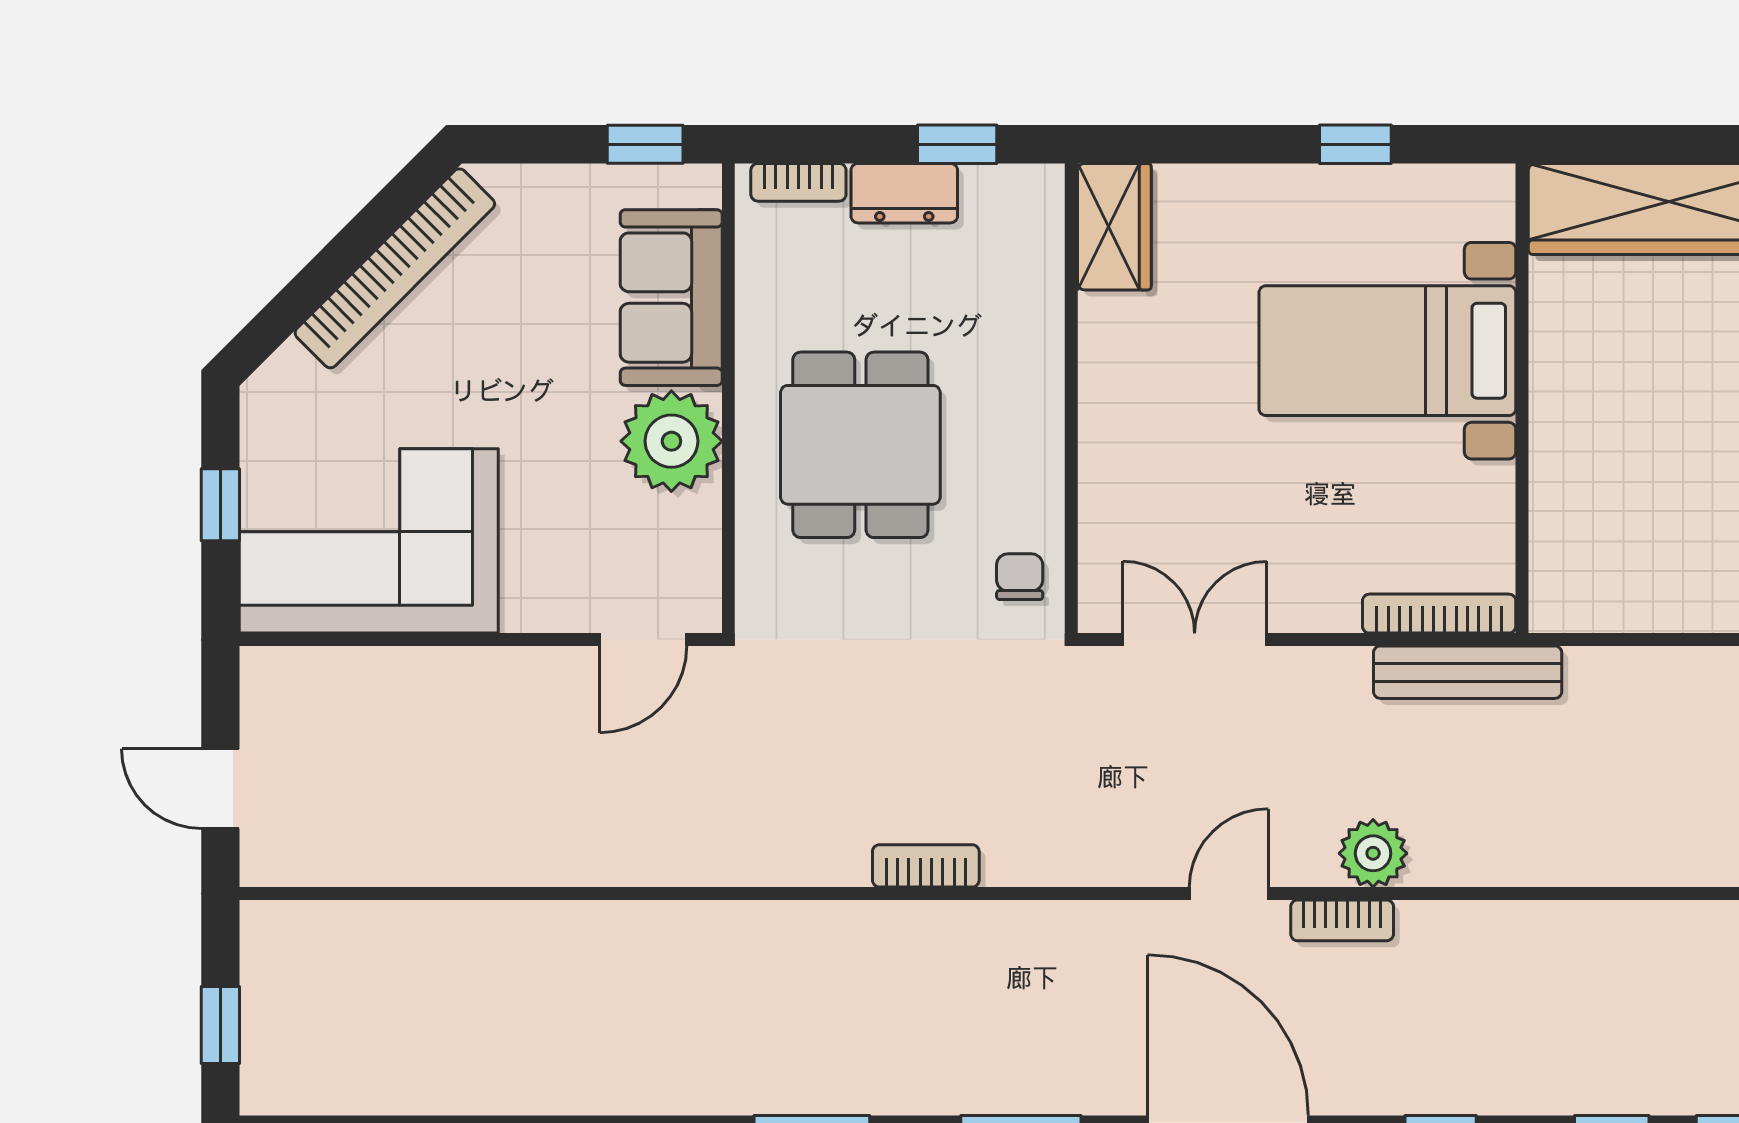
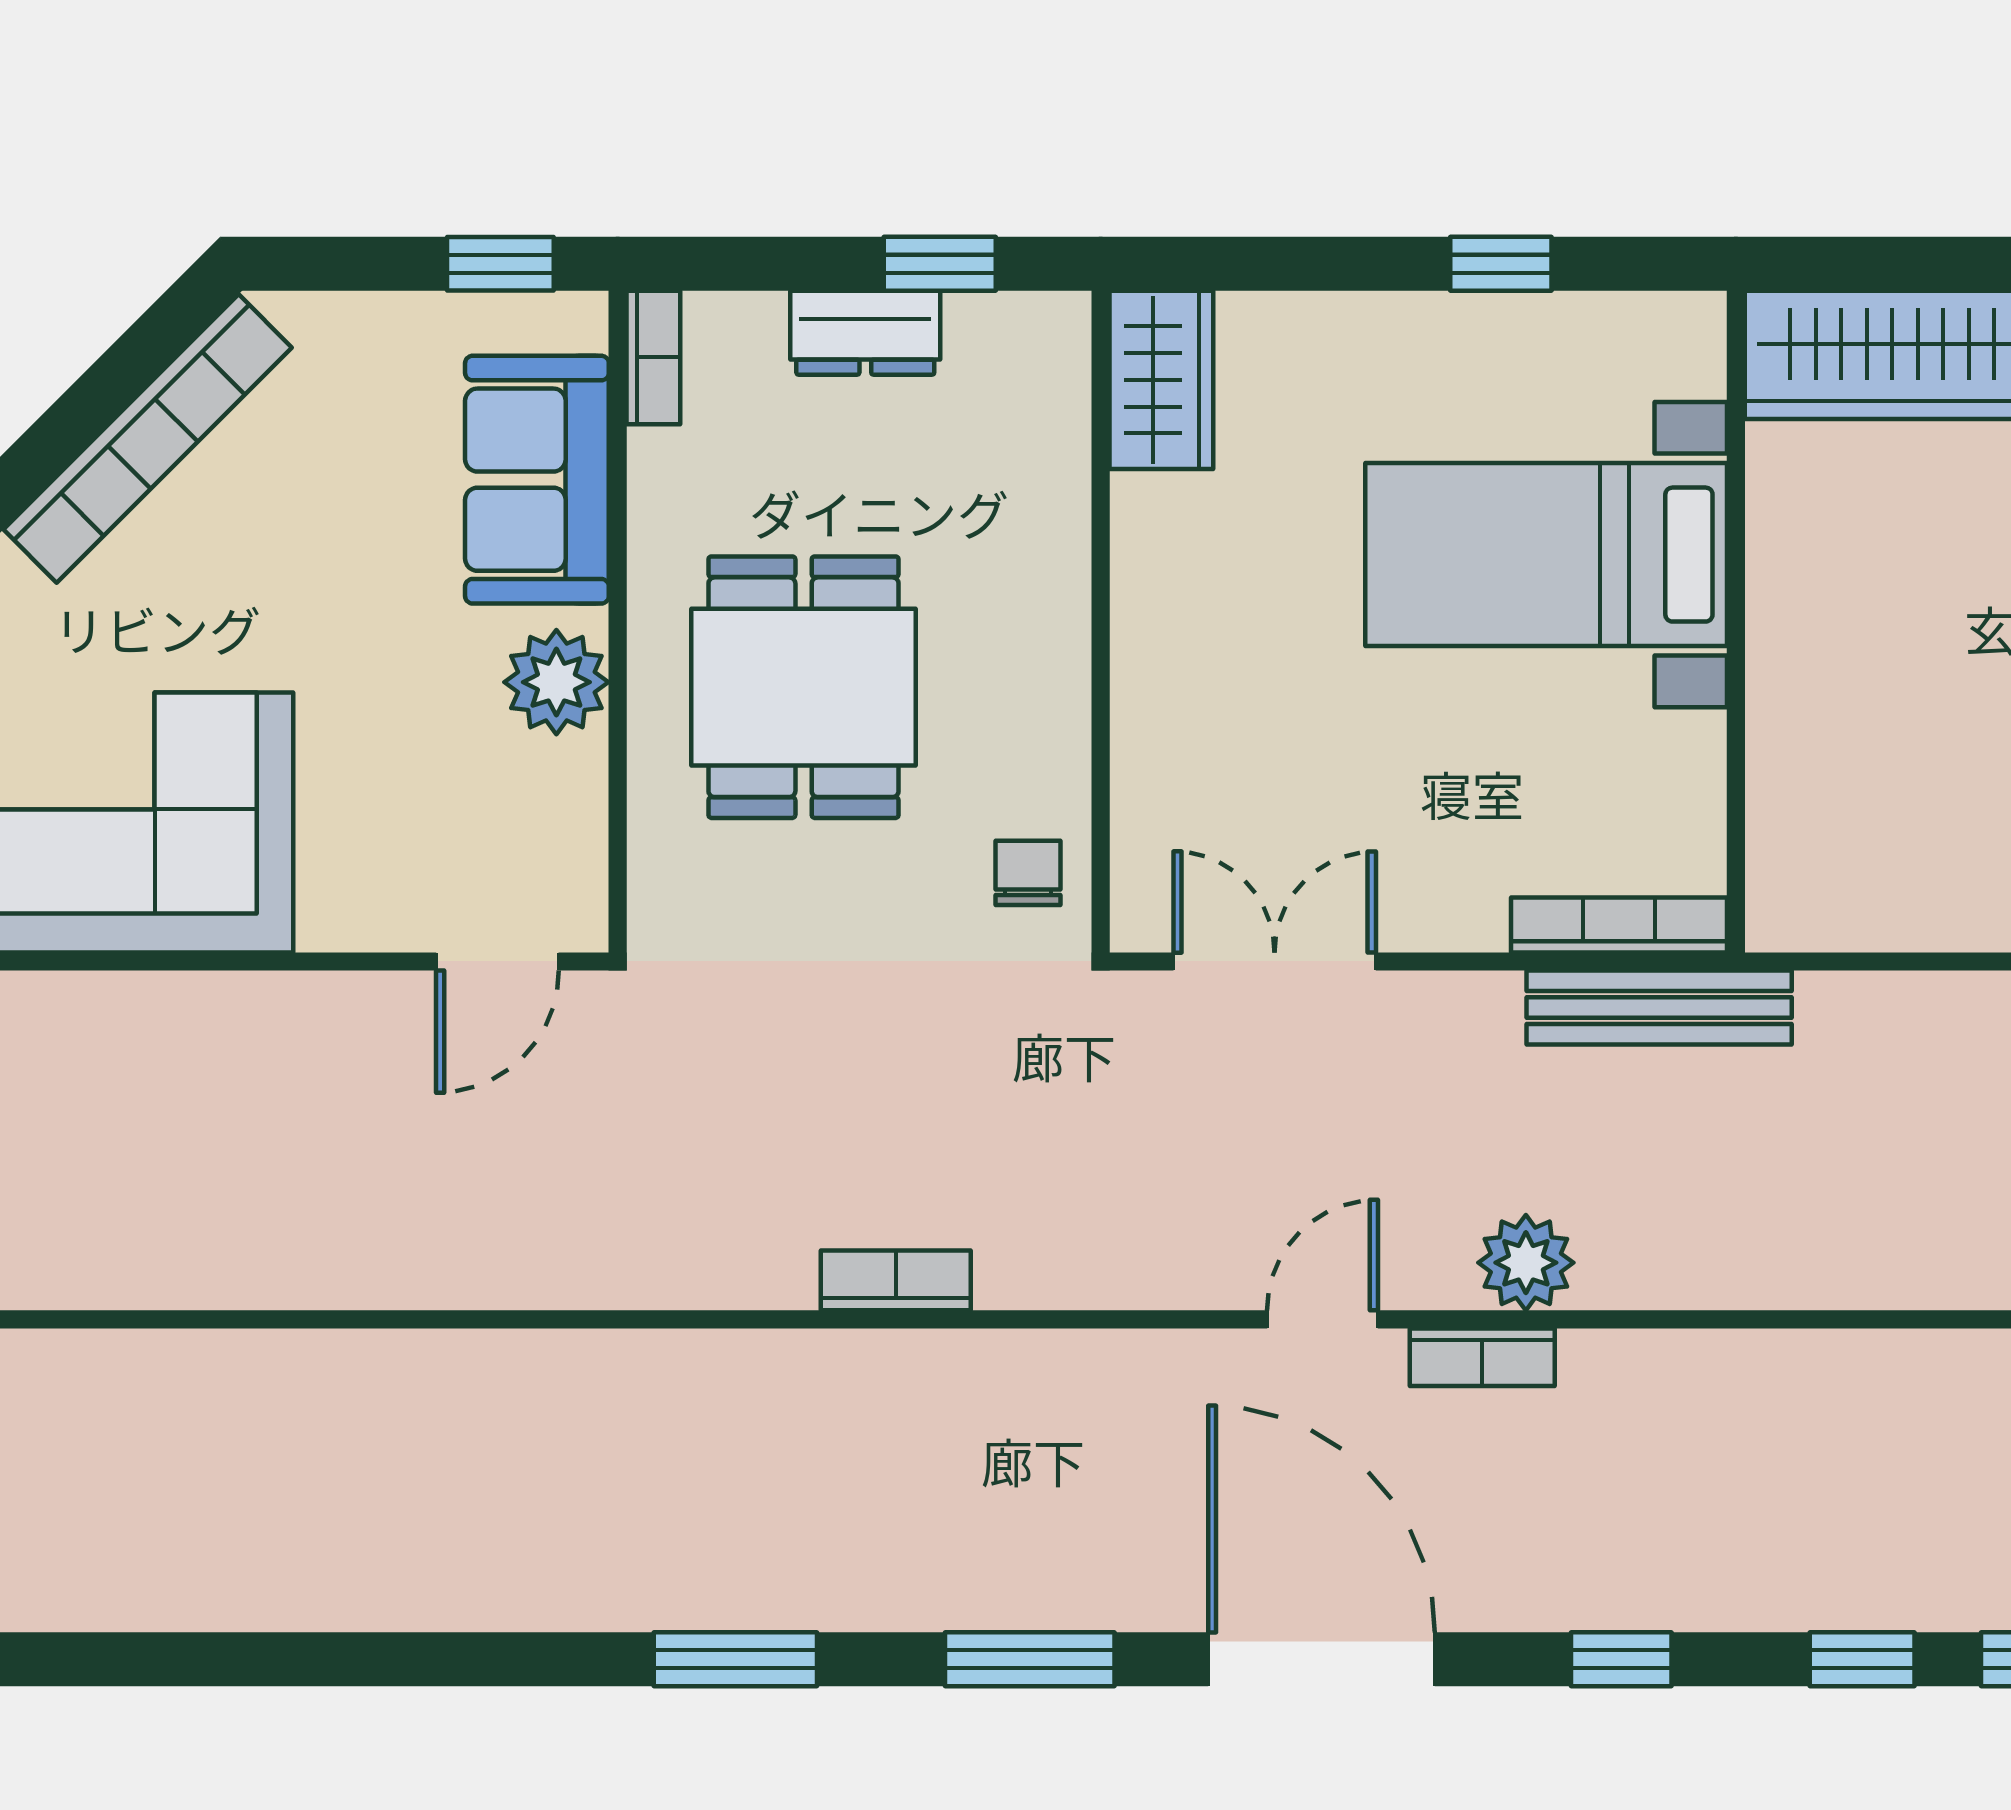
bookcase: (798, 182) -> (653, 357), moved, turned -90
plant: (671, 441) -> (556, 682), width x0.73, depth x0.73

